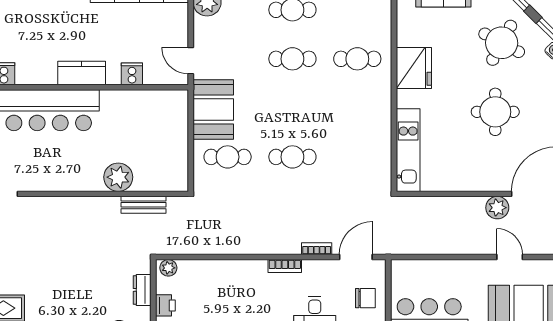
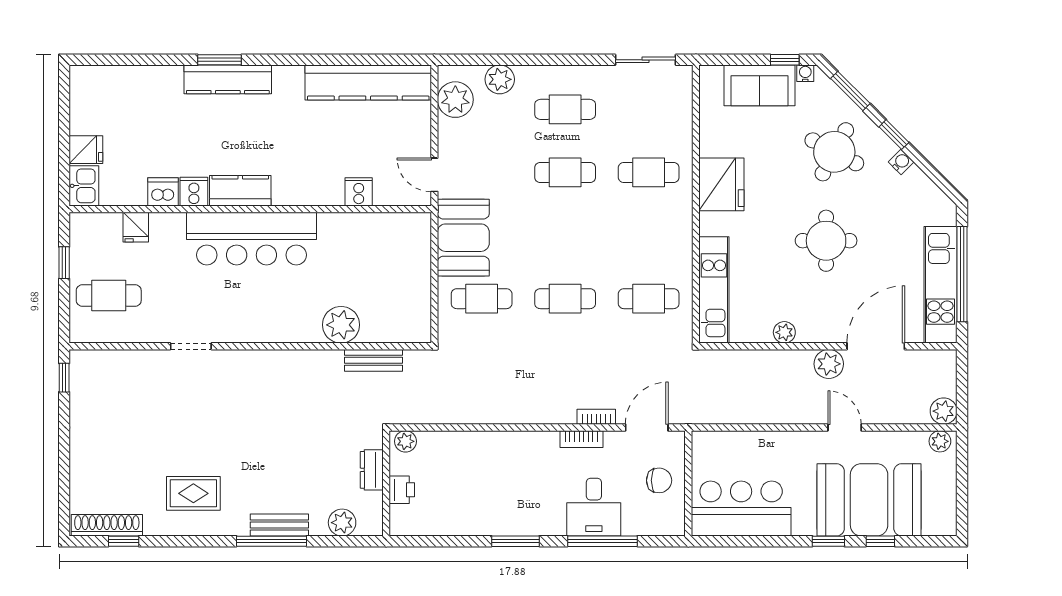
kitchen counter: (82, 73) -> (240, 191), moved
cafe table: (357, 157) -> (649, 299), added
plant: (463, 183) -> (784, 332), added
bookcase: (285, 266) -> (581, 439), moved

